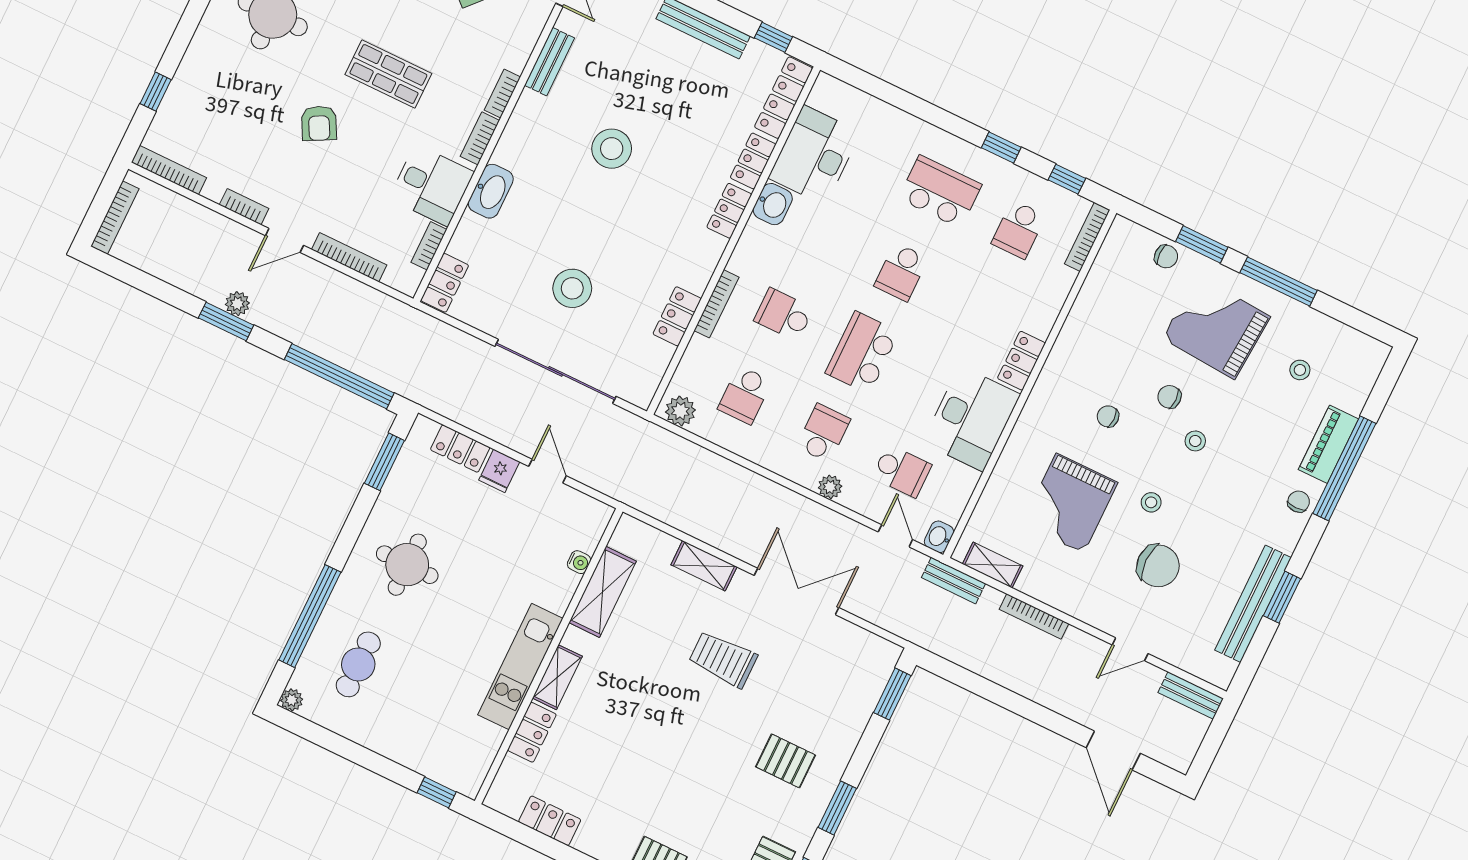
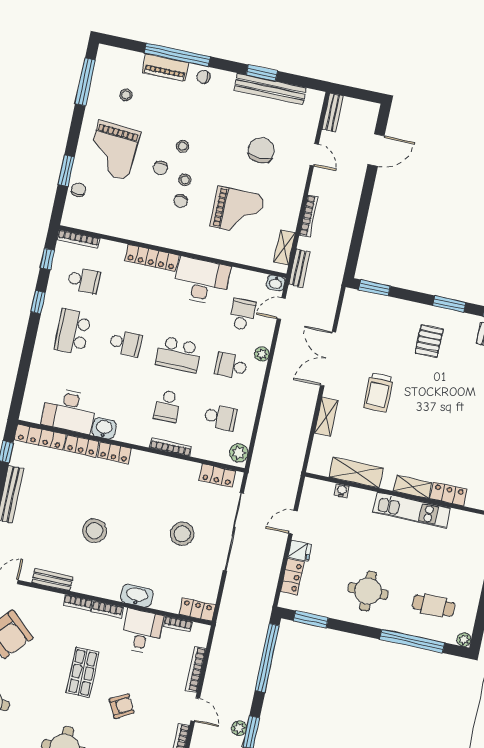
window: (1279, 281) -> (85, 82), moved
locker: (677, 316) -> (217, 476), moved
locker: (1021, 361) -> (152, 258), width x1.53
stool: (1151, 502) -> (185, 180), moved

